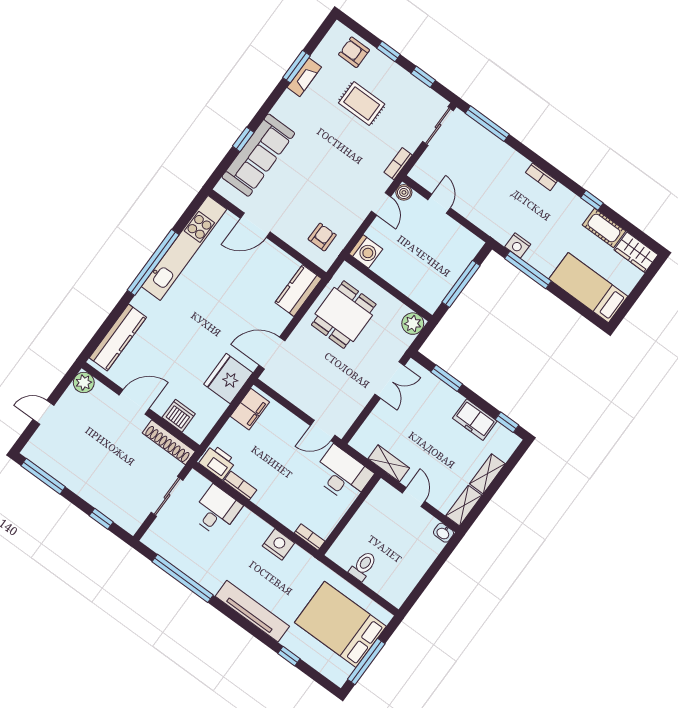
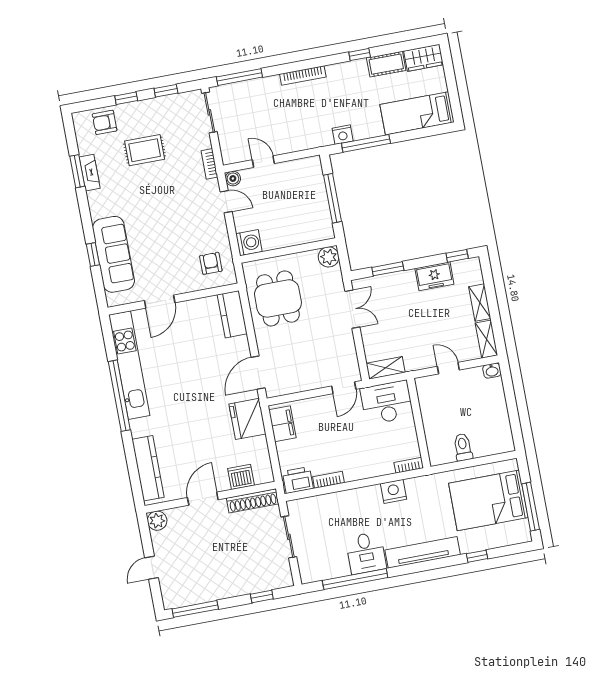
bookcase: (541, 177) -> (303, 76), width x1.56
shelving: (389, 463) -> (386, 368), moved
desk: (216, 511) -> (366, 553), moved, turned 180

